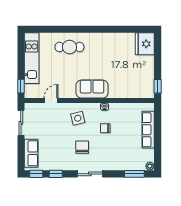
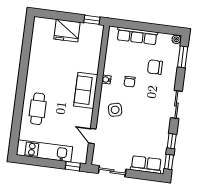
fridge: (145, 44) -> (67, 31), moved
chair: (82, 147) -> (155, 67), moved

